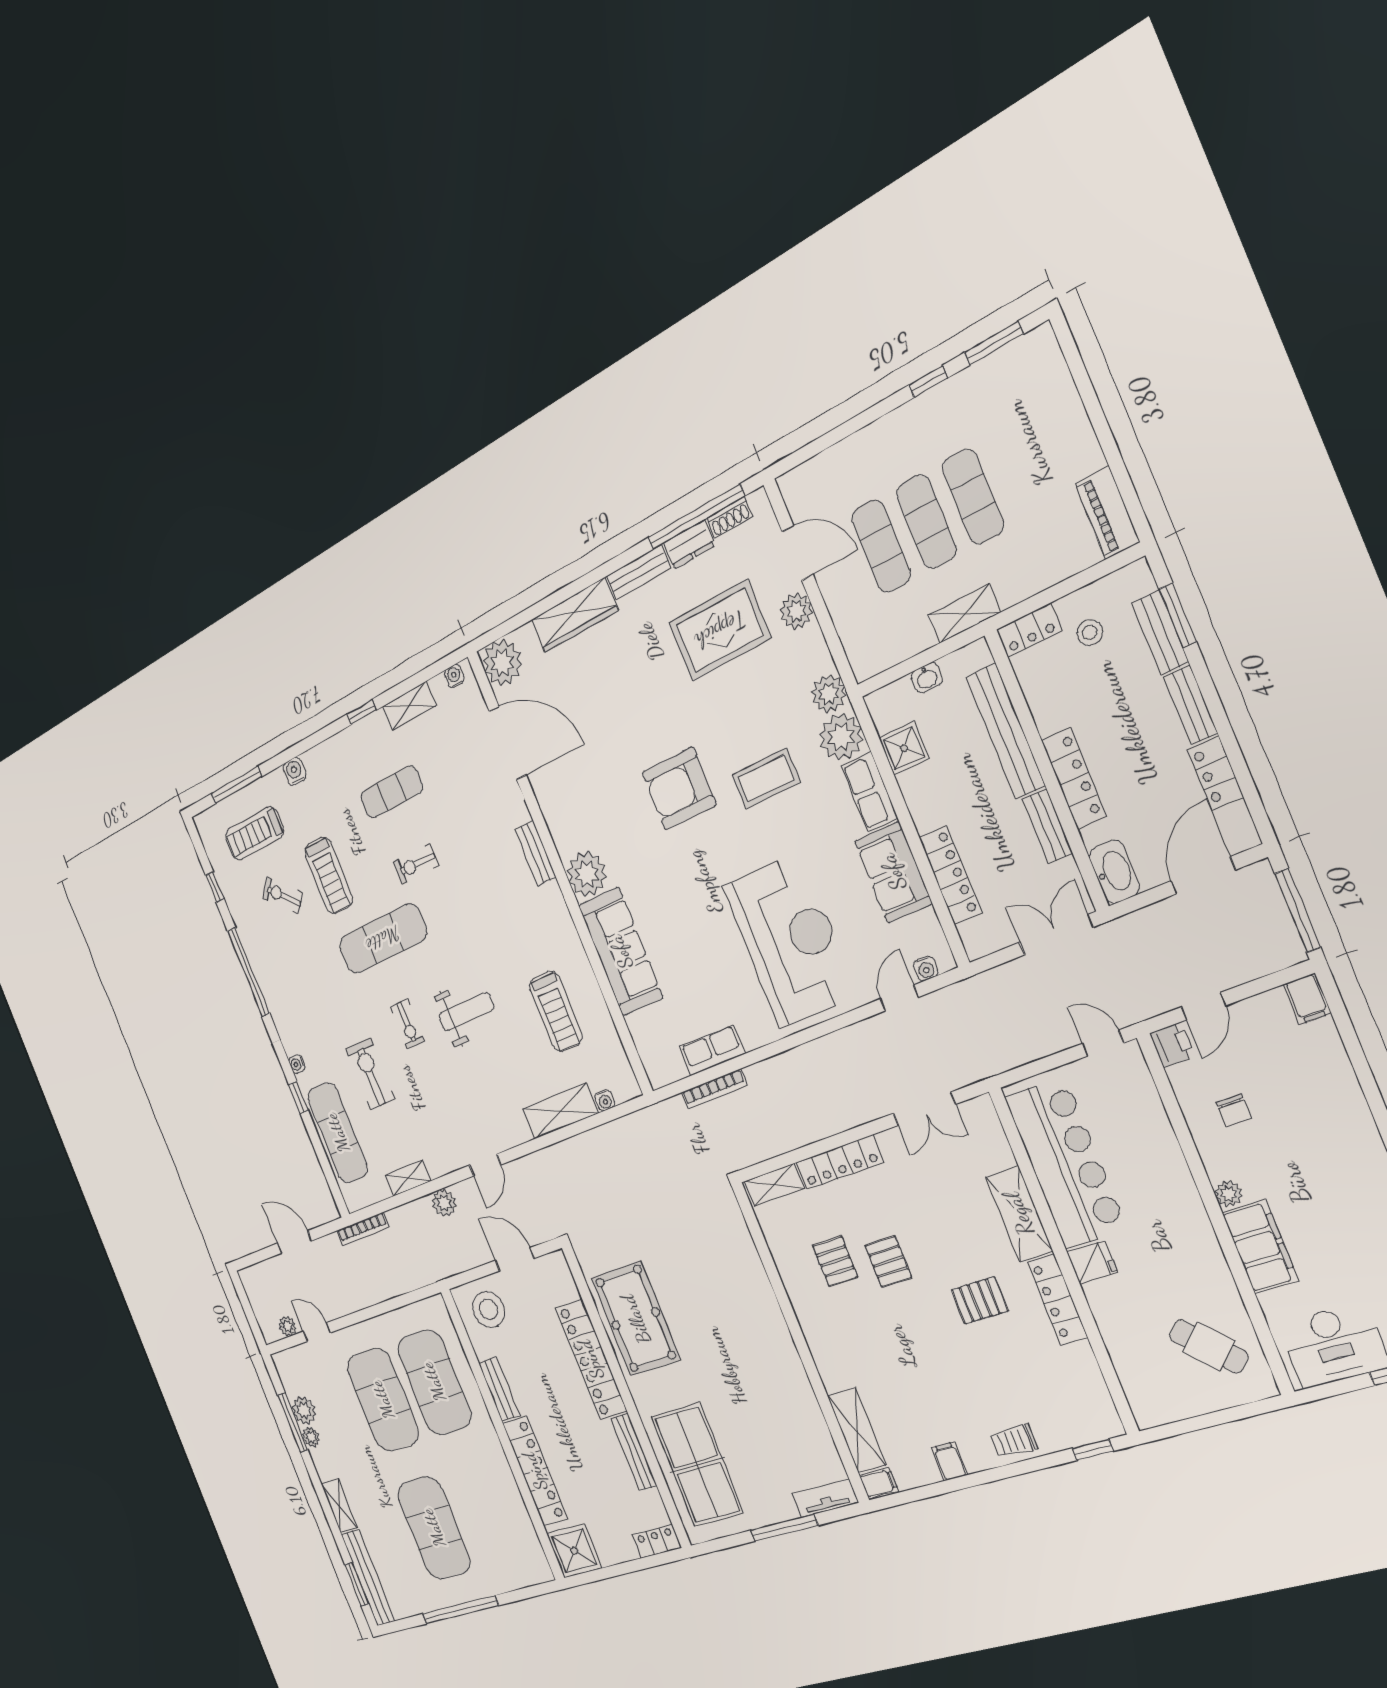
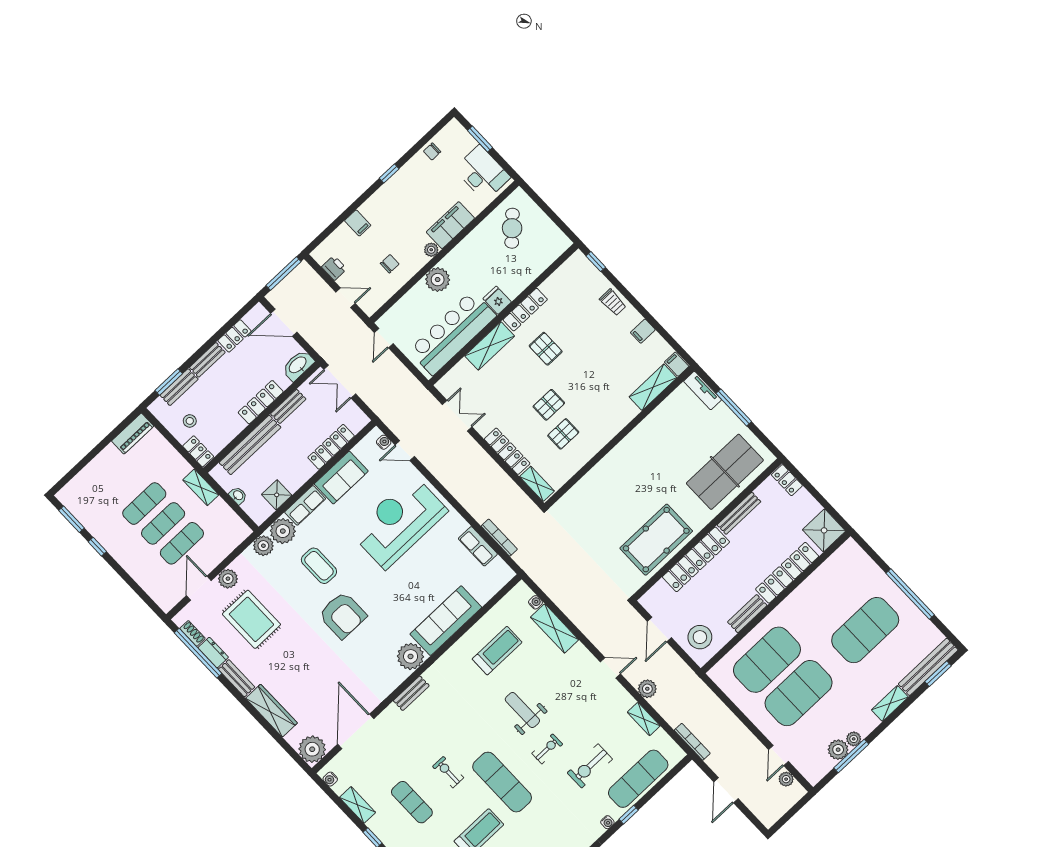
exercise bike: (416, 864) -> (448, 772), turned 180
filing cabinet: (1307, 999) -> (358, 223), moved, turned 90
printer: (1172, 1045) -> (334, 268), moved, turned 90
plant: (1170, 1180) -> (438, 280), added

